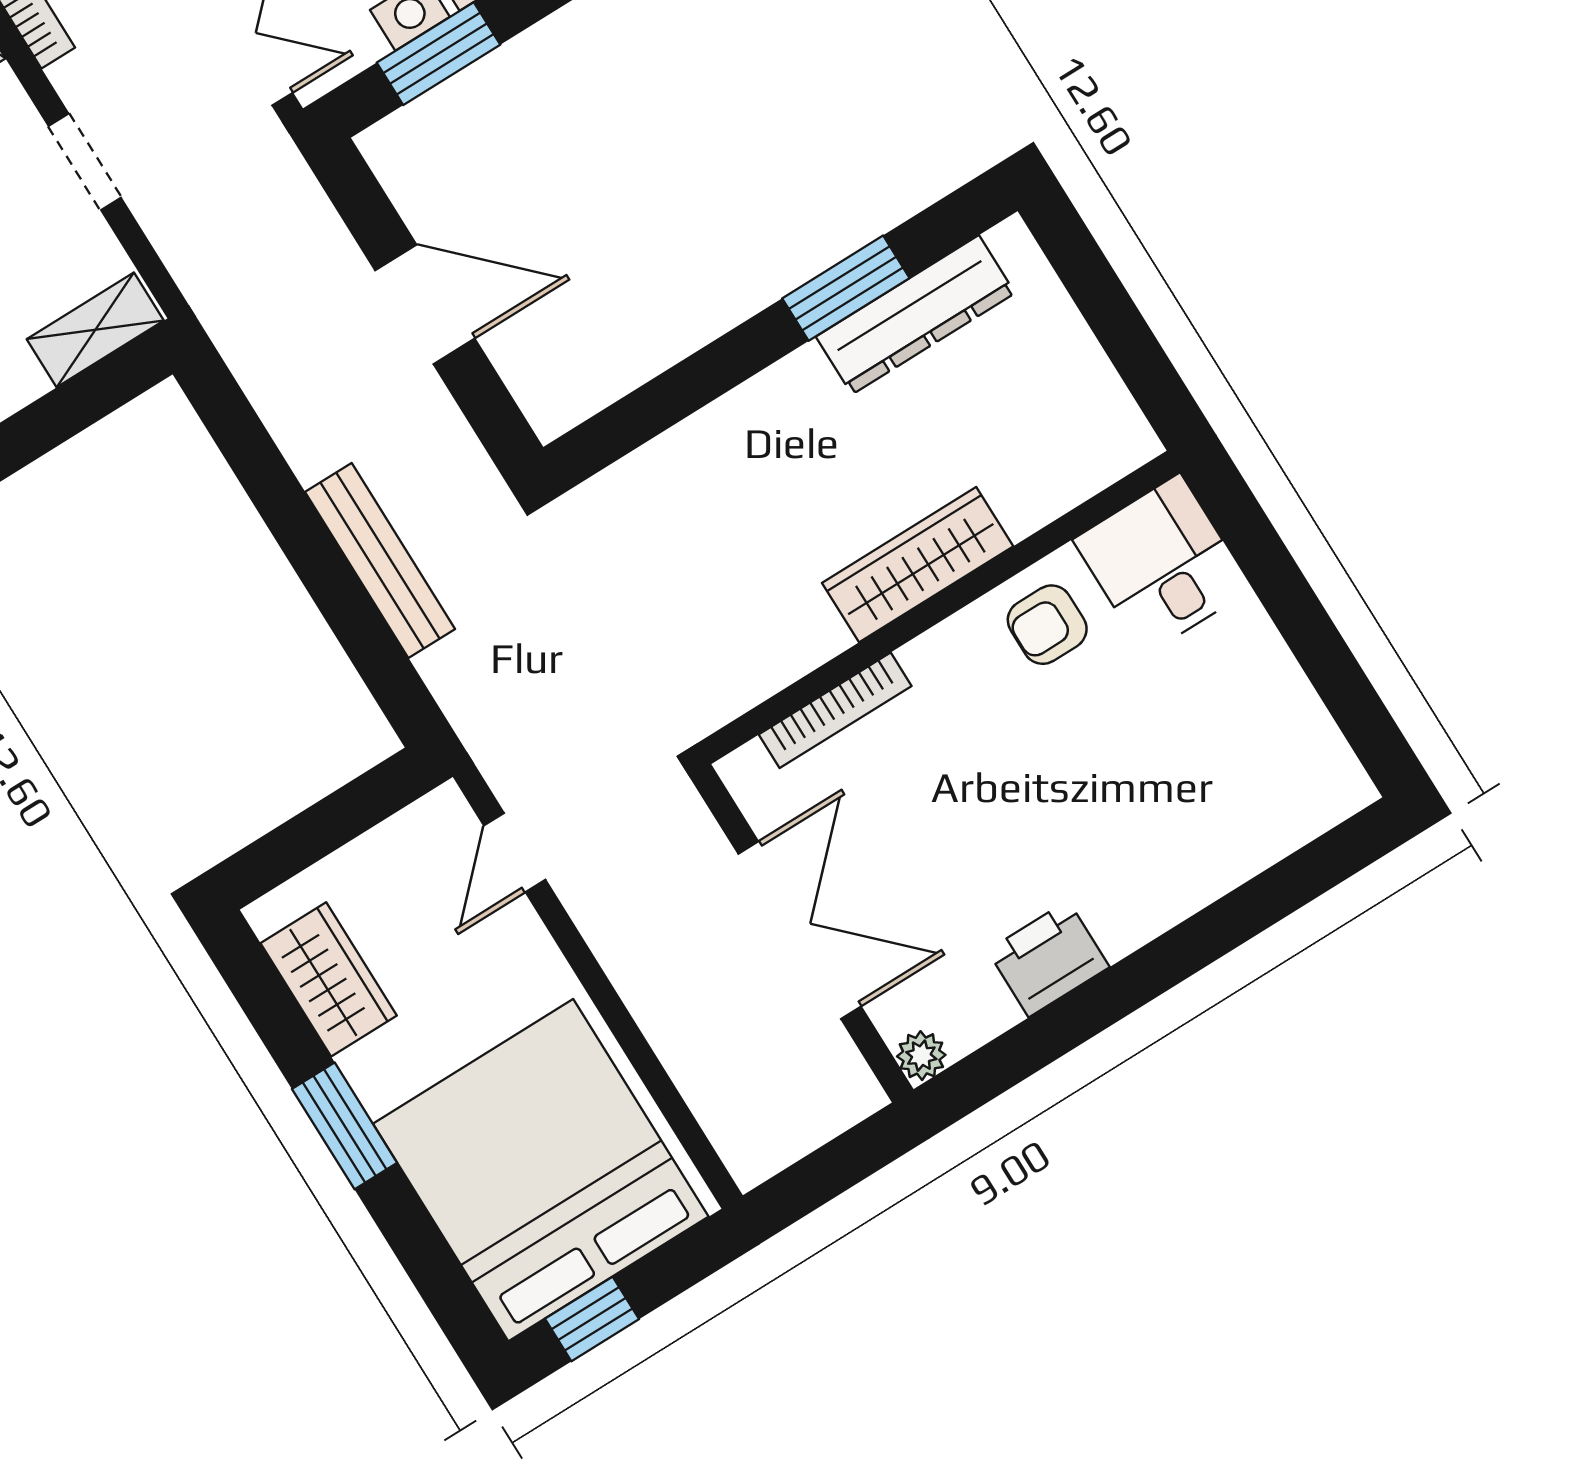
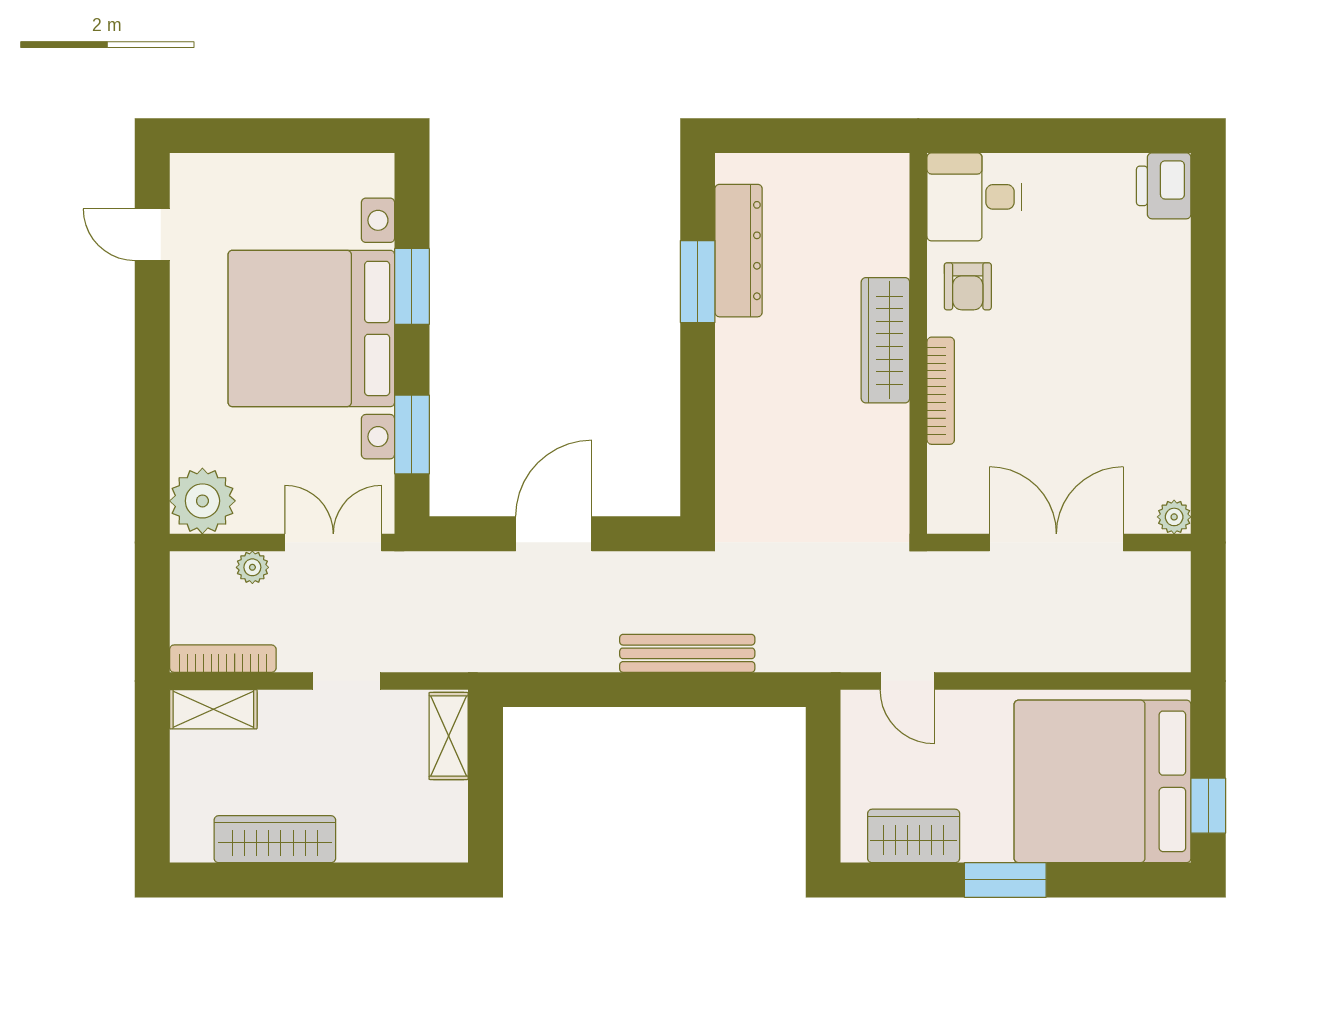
bookcase: (835, 710) -> (941, 391), moved
printer: (1048, 959) -> (1164, 186), moved

